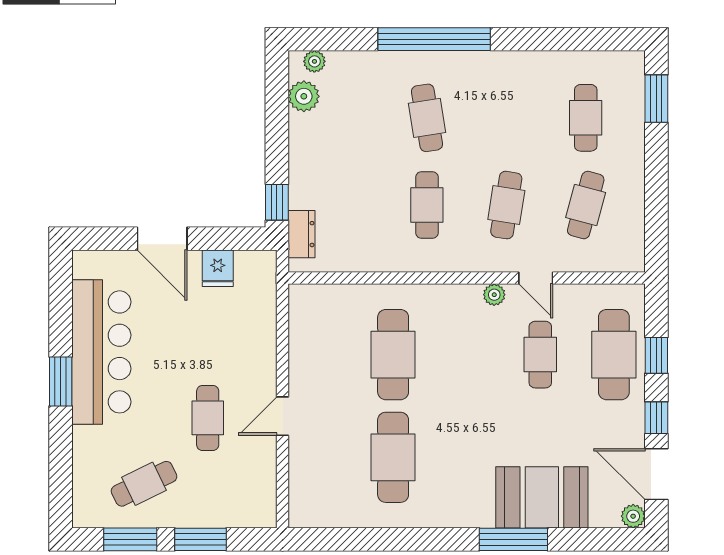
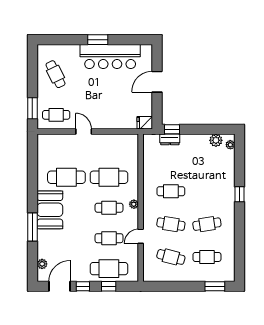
window: (434, 39) -> (240, 194), width x0.32
cafe table: (427, 118) -> (207, 224), moved
dresser: (302, 234) -> (170, 139), moved
fridge: (218, 268) -> (145, 123), moved
plant: (494, 295) -> (134, 204), moved
cafe table: (467, 355) -> (109, 208), added
cafe table: (208, 418) -> (56, 115), moved
booth: (542, 497) -> (50, 210), moved
plant: (633, 516) -> (42, 264), moved
window: (130, 539) -> (32, 68), removed
window: (201, 539) -> (32, 108), moved

